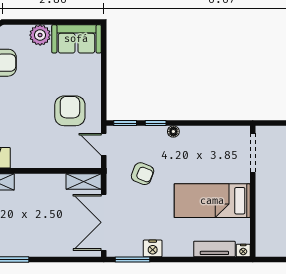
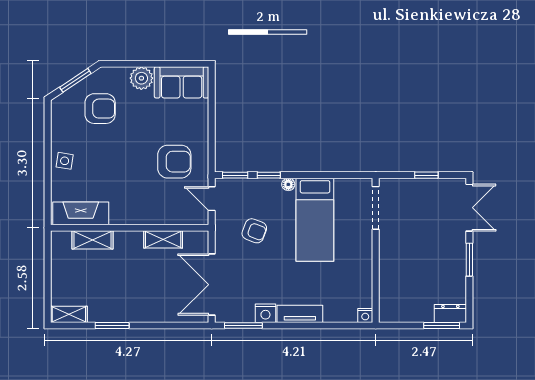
armchair: (70, 111) -> (174, 162), turned 90
shelving: (84, 181) -> (163, 239), moved
bed: (212, 201) -> (315, 220), moved, turned -90
tv unit: (214, 249) -> (300, 314), moved

